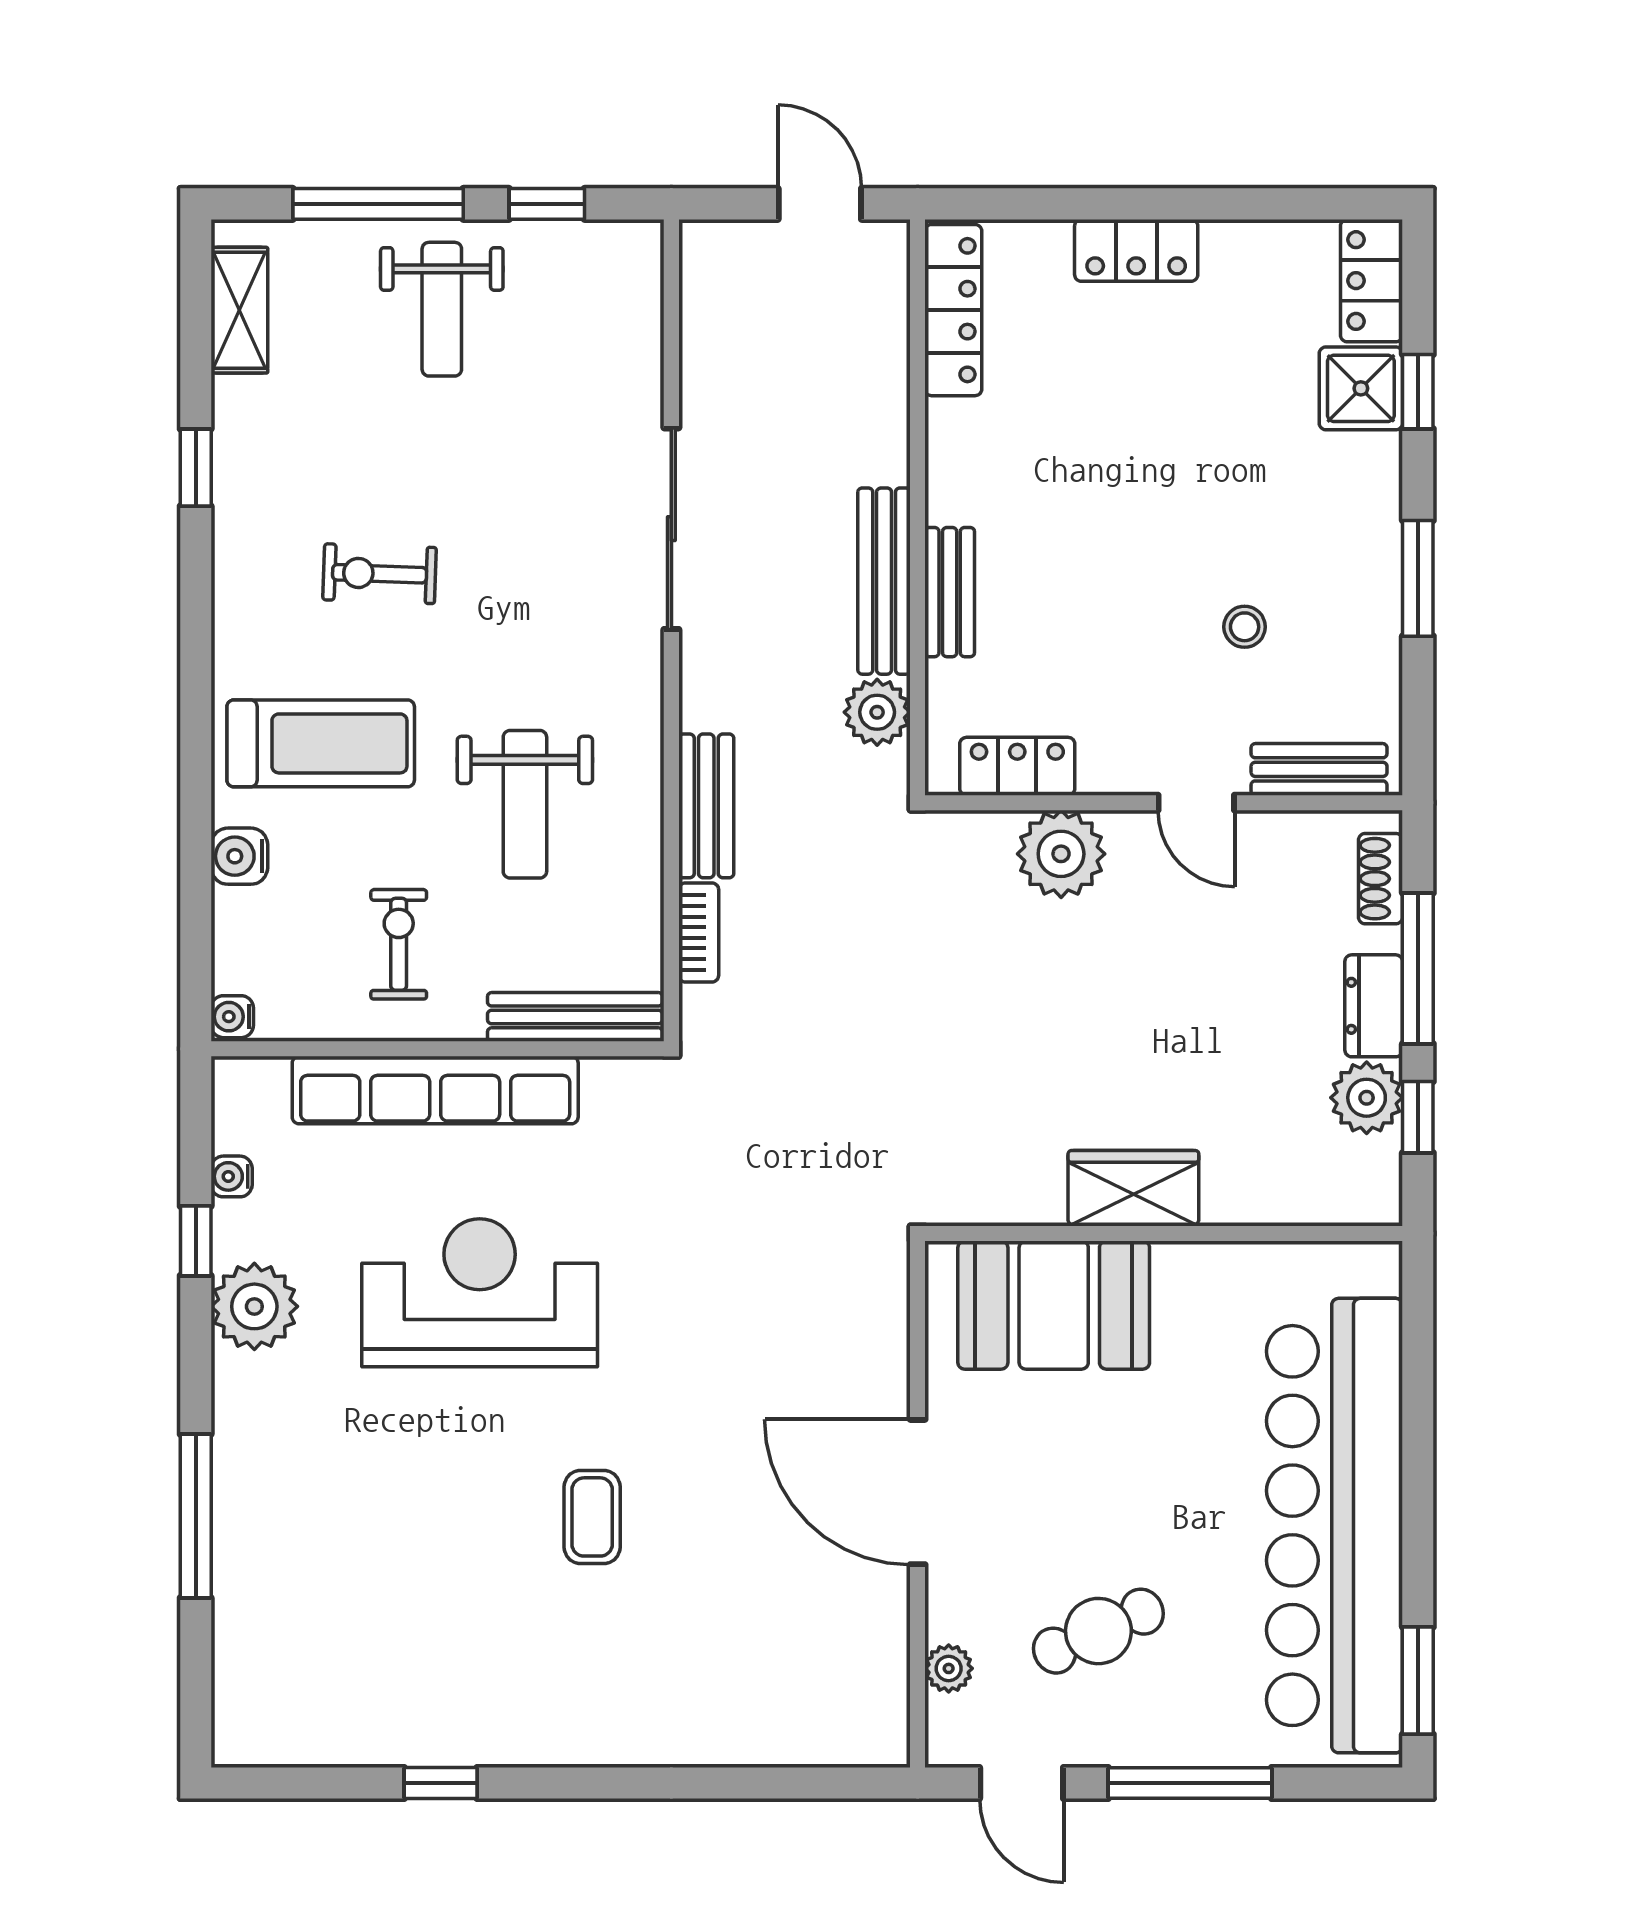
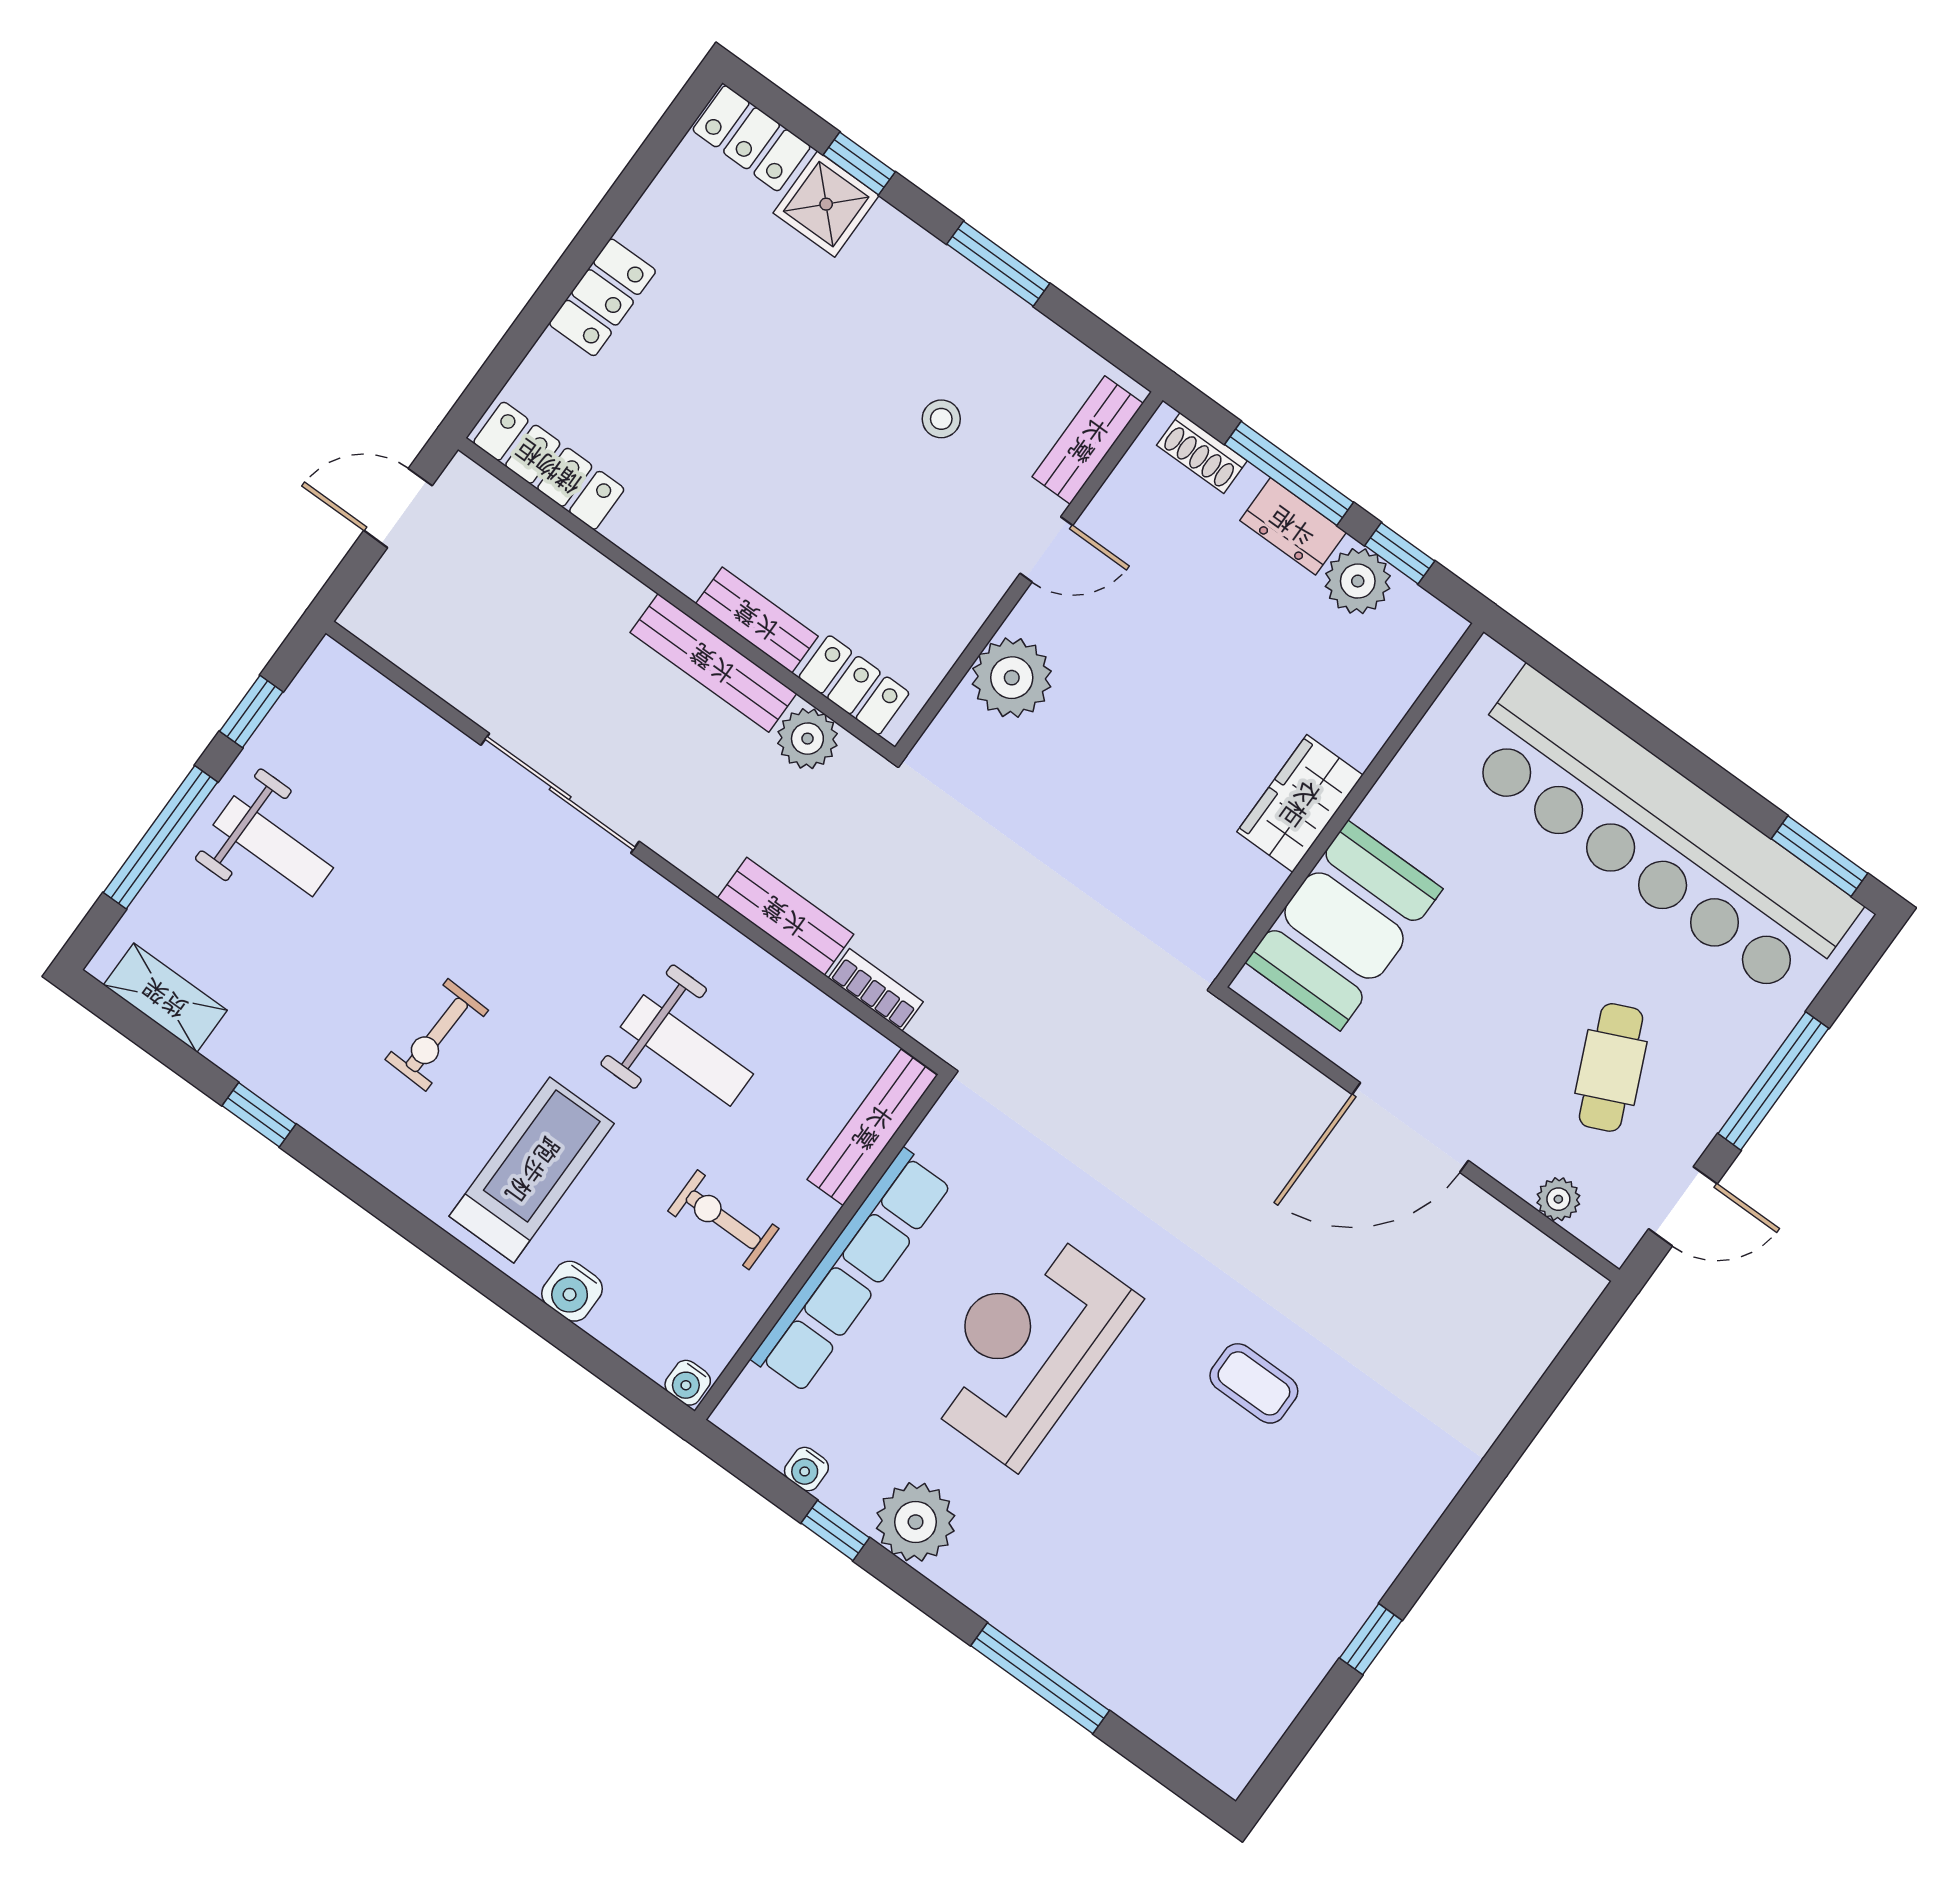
locker: (1017, 766) -> (854, 685), moved, turned 90

